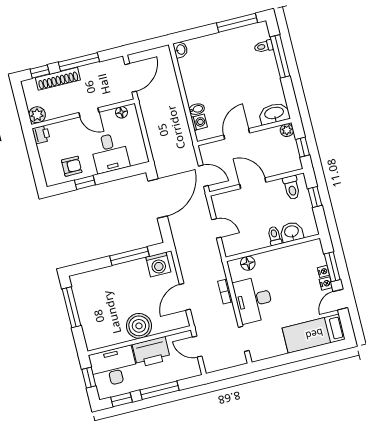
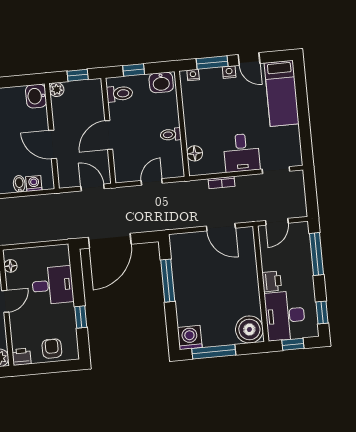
washbasin: (274, 113) -> (36, 96), width x0.72
armchair: (72, 166) -> (52, 349), moved
door: (203, 176) -> (93, 187), hinge flipped
door: (158, 199) -> (110, 241), swing flipped
washbasin: (292, 232) -> (161, 82), moved, turned -90
toilet: (274, 236) -> (171, 135), moved
washing machine: (158, 264) -> (190, 337), moved, turned -90
nightstand: (323, 271) -> (193, 75), moved
desk: (253, 300) -> (242, 153), width x0.73
boiler: (139, 326) -> (249, 329), moved
printer: (151, 352) -> (272, 281), width x0.53, depth x0.68
window: (160, 390) -> (316, 254), moved

